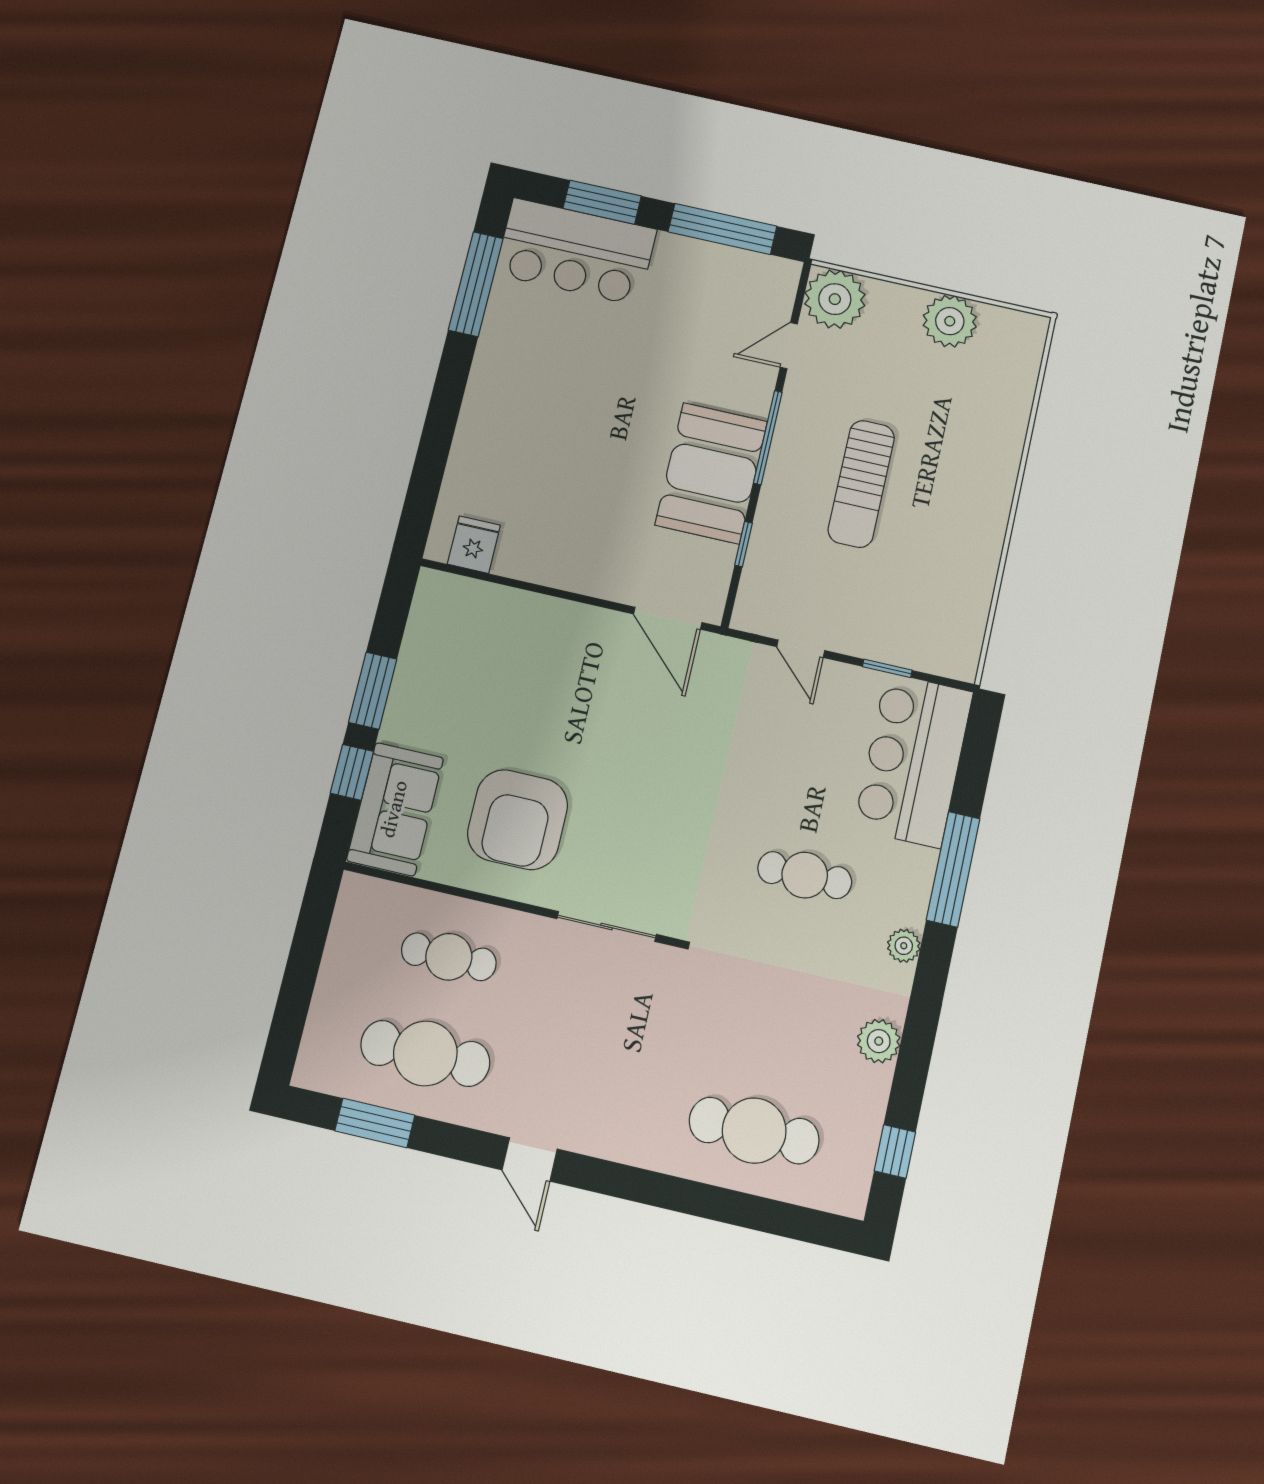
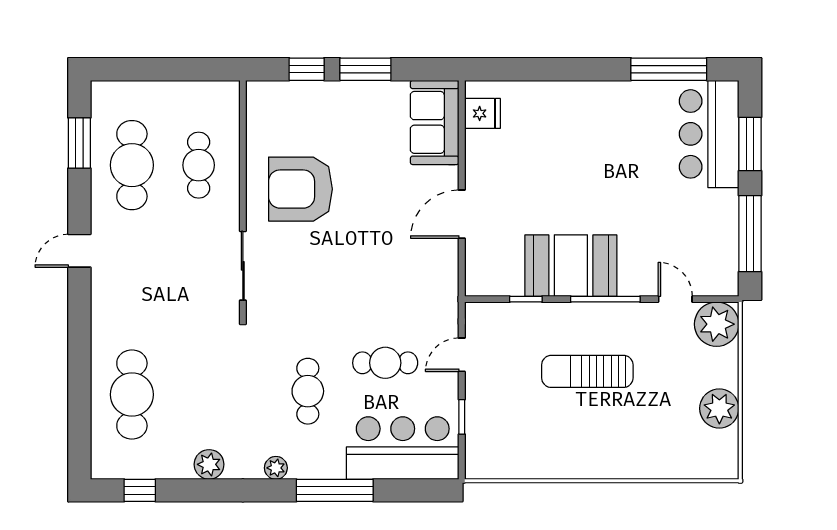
door: (668, 618) -> (462, 214), moved
cafe table: (789, 757) -> (385, 363), added
sofa: (395, 809) -> (435, 122), moved, turned 90

